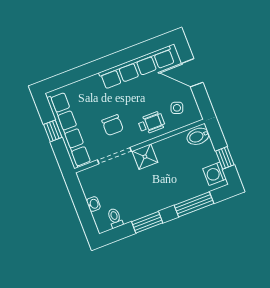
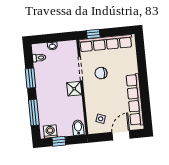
wheelchair: (151, 123) -> (95, 99), removed
window: (53, 131) -> (93, 34), moved

